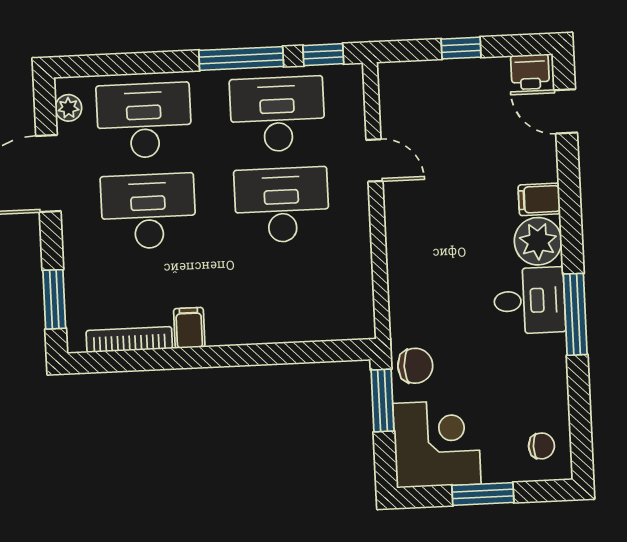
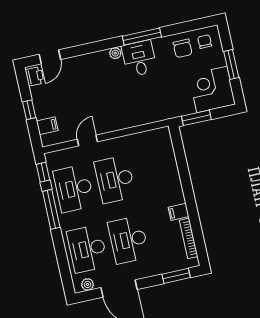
filing cabinet: (539, 199) -> (47, 126), moved, turned -90
plant: (538, 241) -> (115, 53), width x0.53, depth x0.53
chair: (415, 366) -> (183, 48), moved, turned 180

